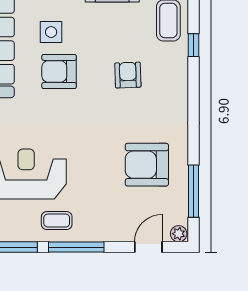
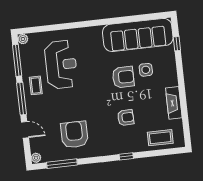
window: (194, 45) -> (126, 156), moved
armchair: (59, 71) -> (123, 77), turned 90
door: (148, 247) -> (25, 130), moved

